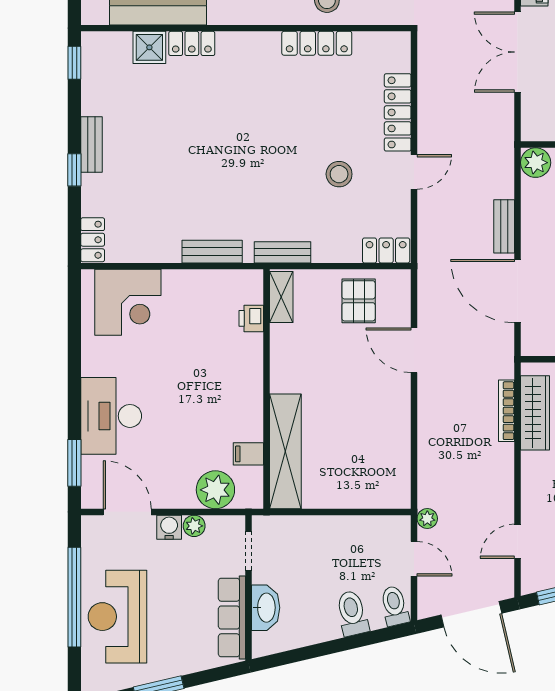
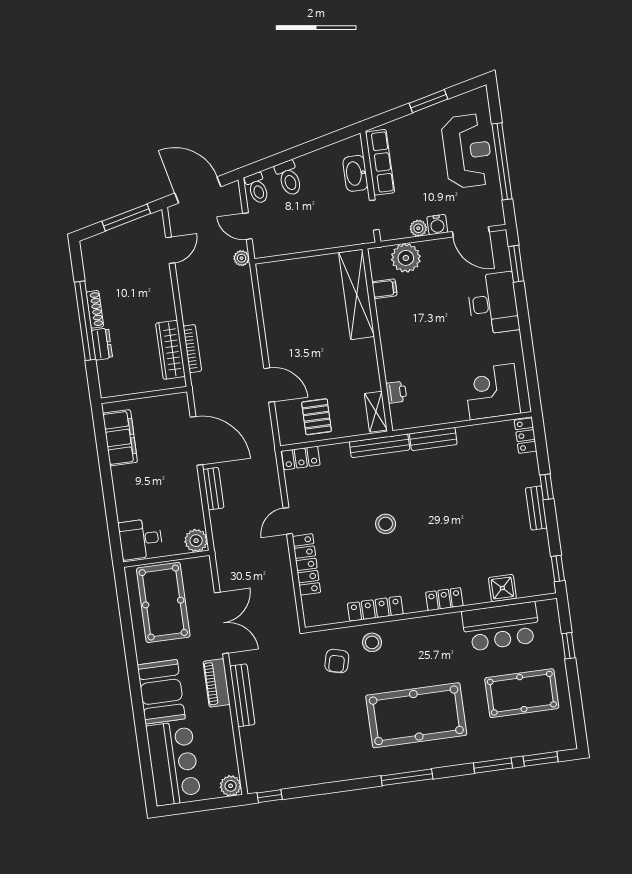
locker: (192, 43) -> (444, 599), moved
stool: (339, 174) -> (386, 524), moved
bench: (282, 252) -> (380, 446), width x1.36

